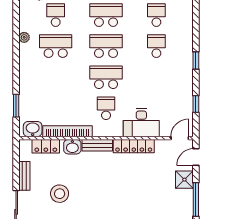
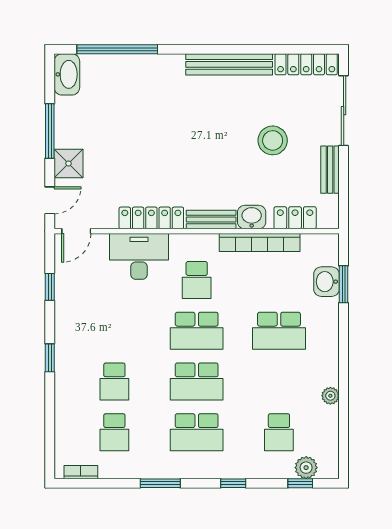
school desk: (56, 46) -> (279, 331), moved
washbasin: (33, 129) -> (327, 282), moved, turned 90

